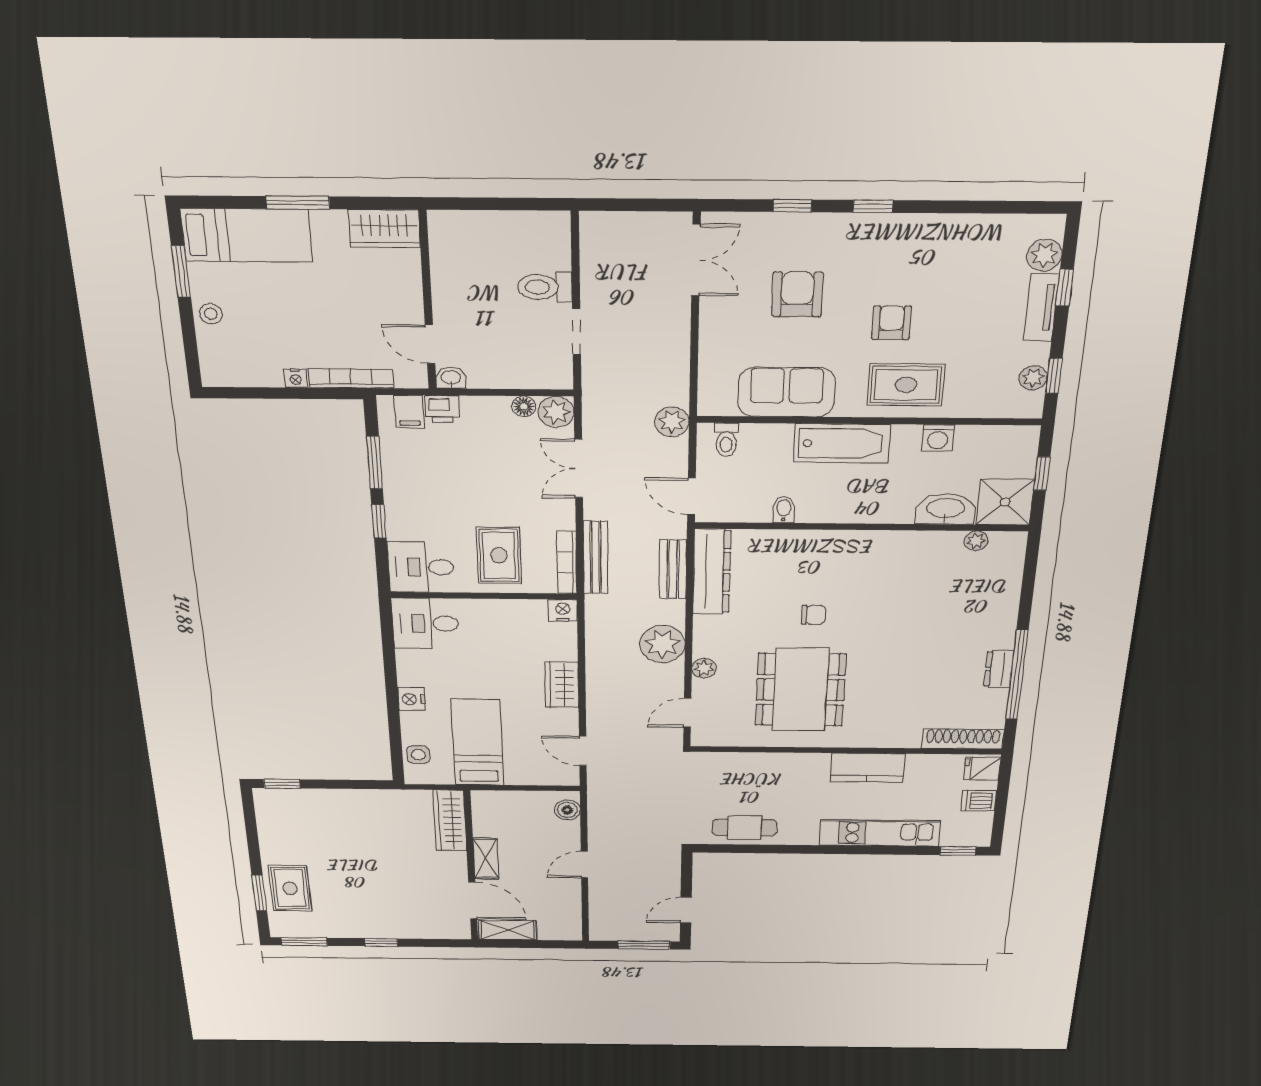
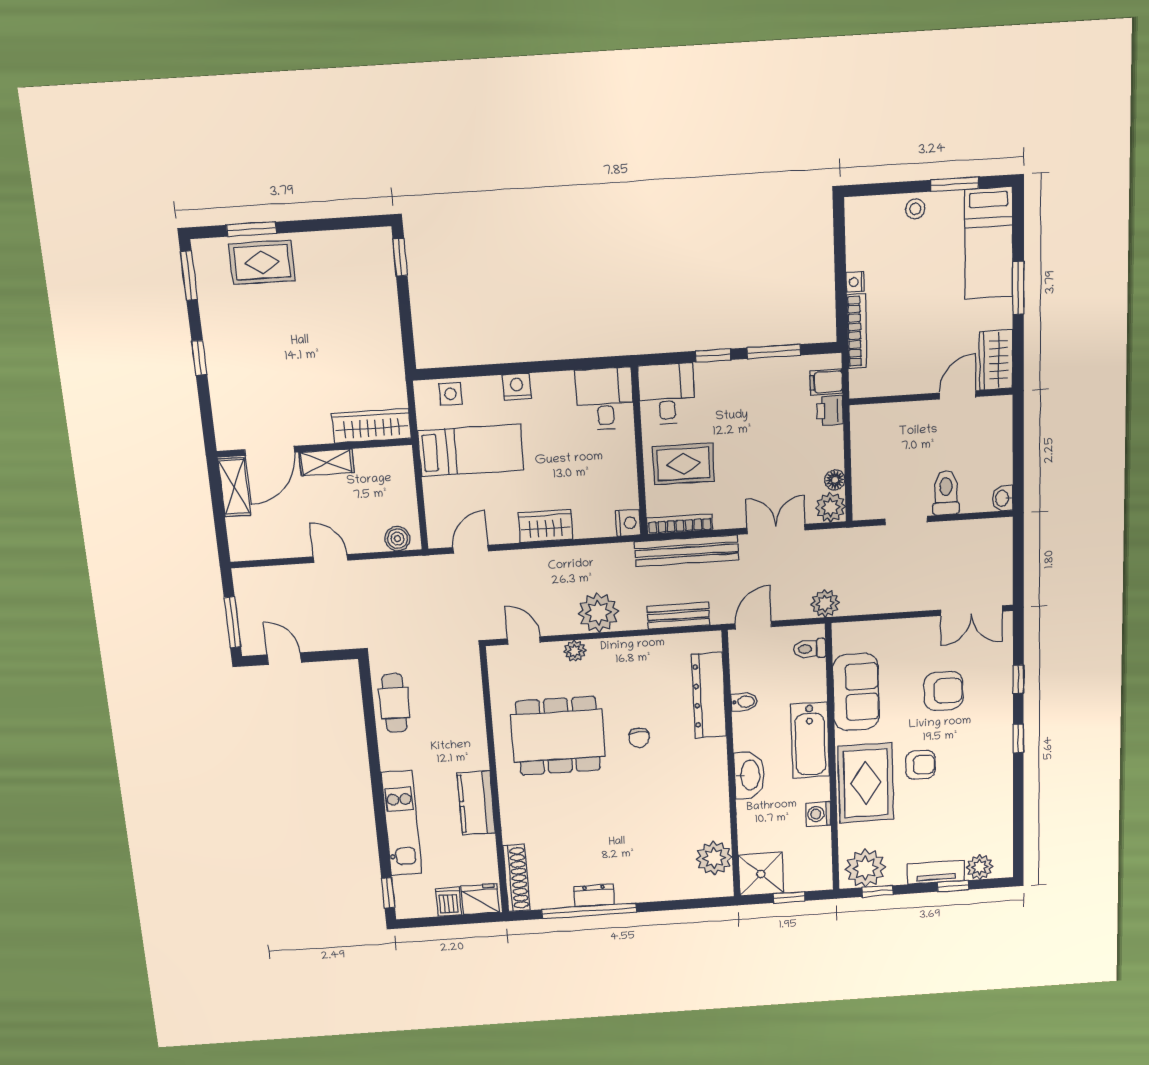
door: (430, 344) -> (958, 395), moved
washbasin: (451, 378) -> (1003, 498), moved, turned 180
plant: (1033, 378) -> (865, 868), width x1.87, depth x1.87
rug: (906, 385) -> (866, 783), width x1.36, depth x1.43
washbasin: (946, 509) -> (749, 775), moved
plant: (976, 541) -> (714, 858), width x1.88, depth x1.88
bench: (596, 558) -> (687, 551), width x1.37, depth x1.21
dresser: (712, 572) -> (709, 695), moved, turned 90
fridge: (982, 769) -> (480, 899), width x1.38

